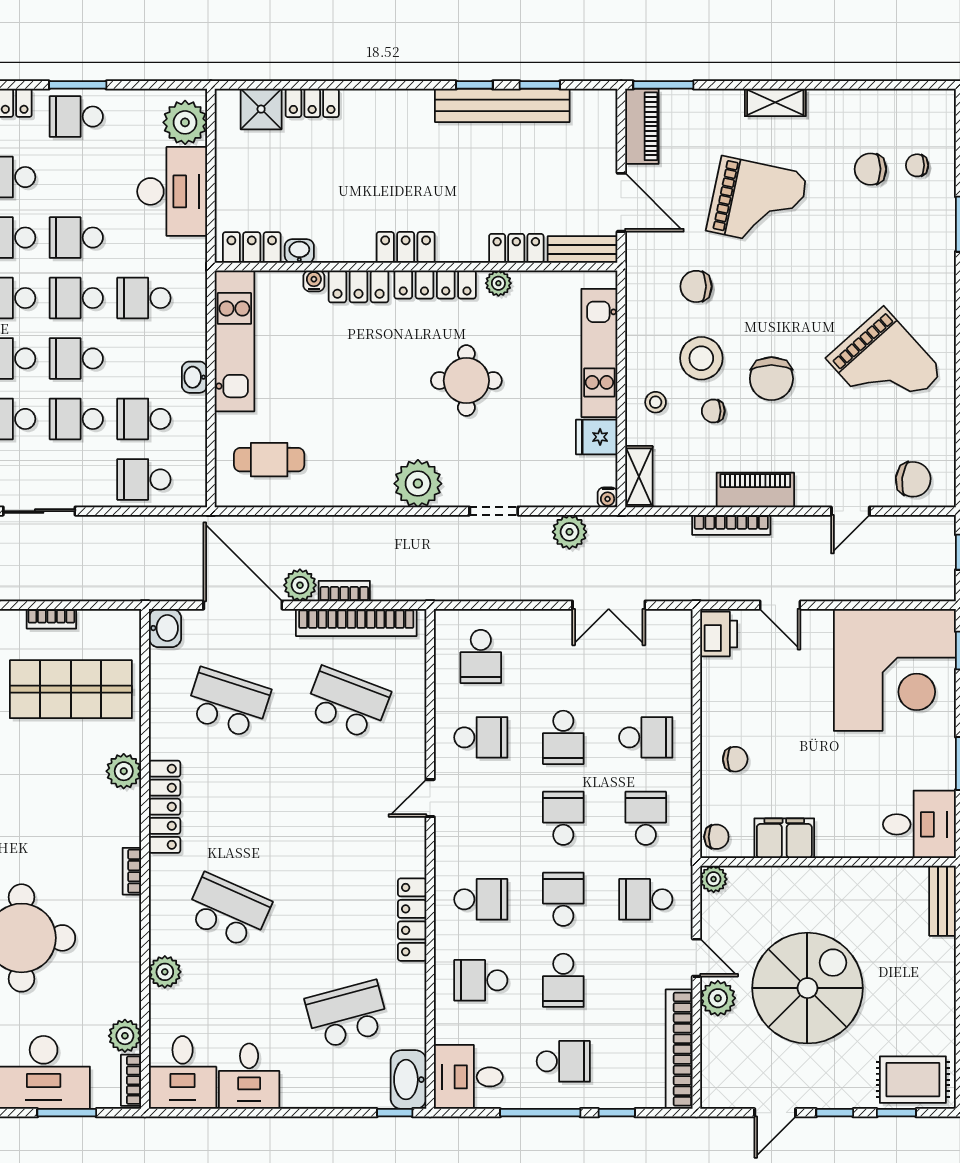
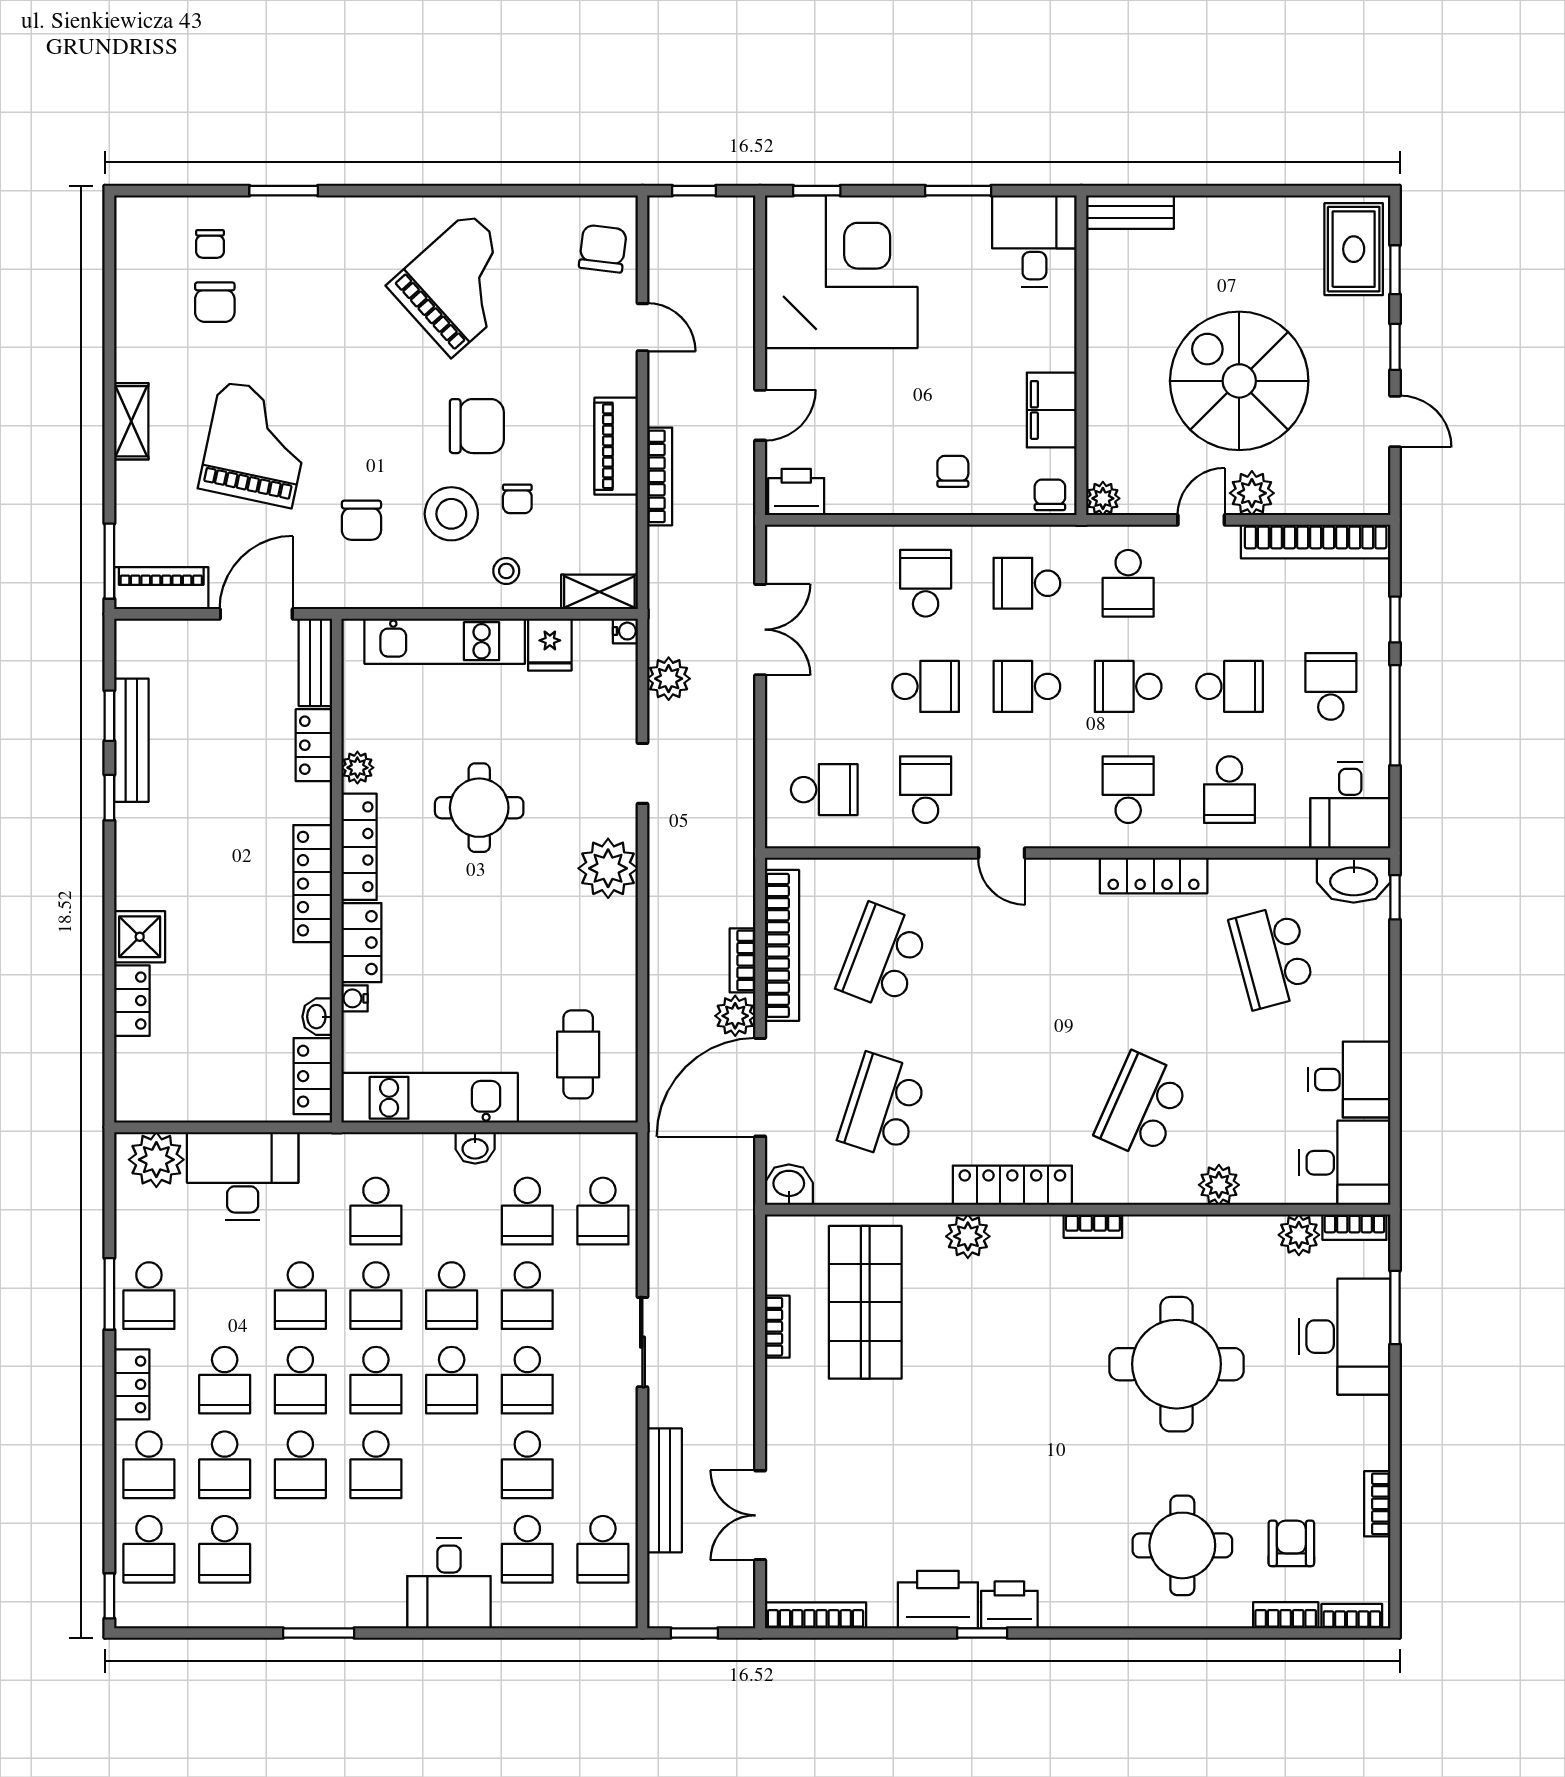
bench: (502, 105) -> (131, 740), width x0.73, depth x0.82
shower: (261, 109) -> (140, 937), moved
locker: (406, 247) -> (313, 884), width x1.53

